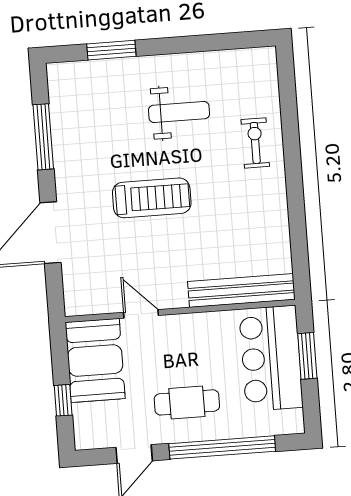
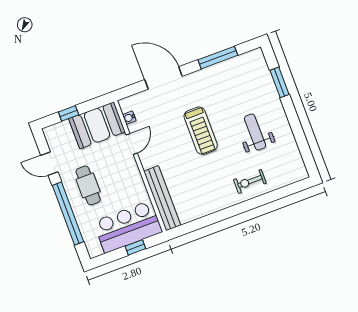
weight bench: (179, 112) -> (255, 132), turned 180
exercise bike: (255, 143) -> (250, 181), turned 180
water cooler: (98, 306) -> (129, 118), added
window: (307, 356) -> (135, 247), width x0.67

